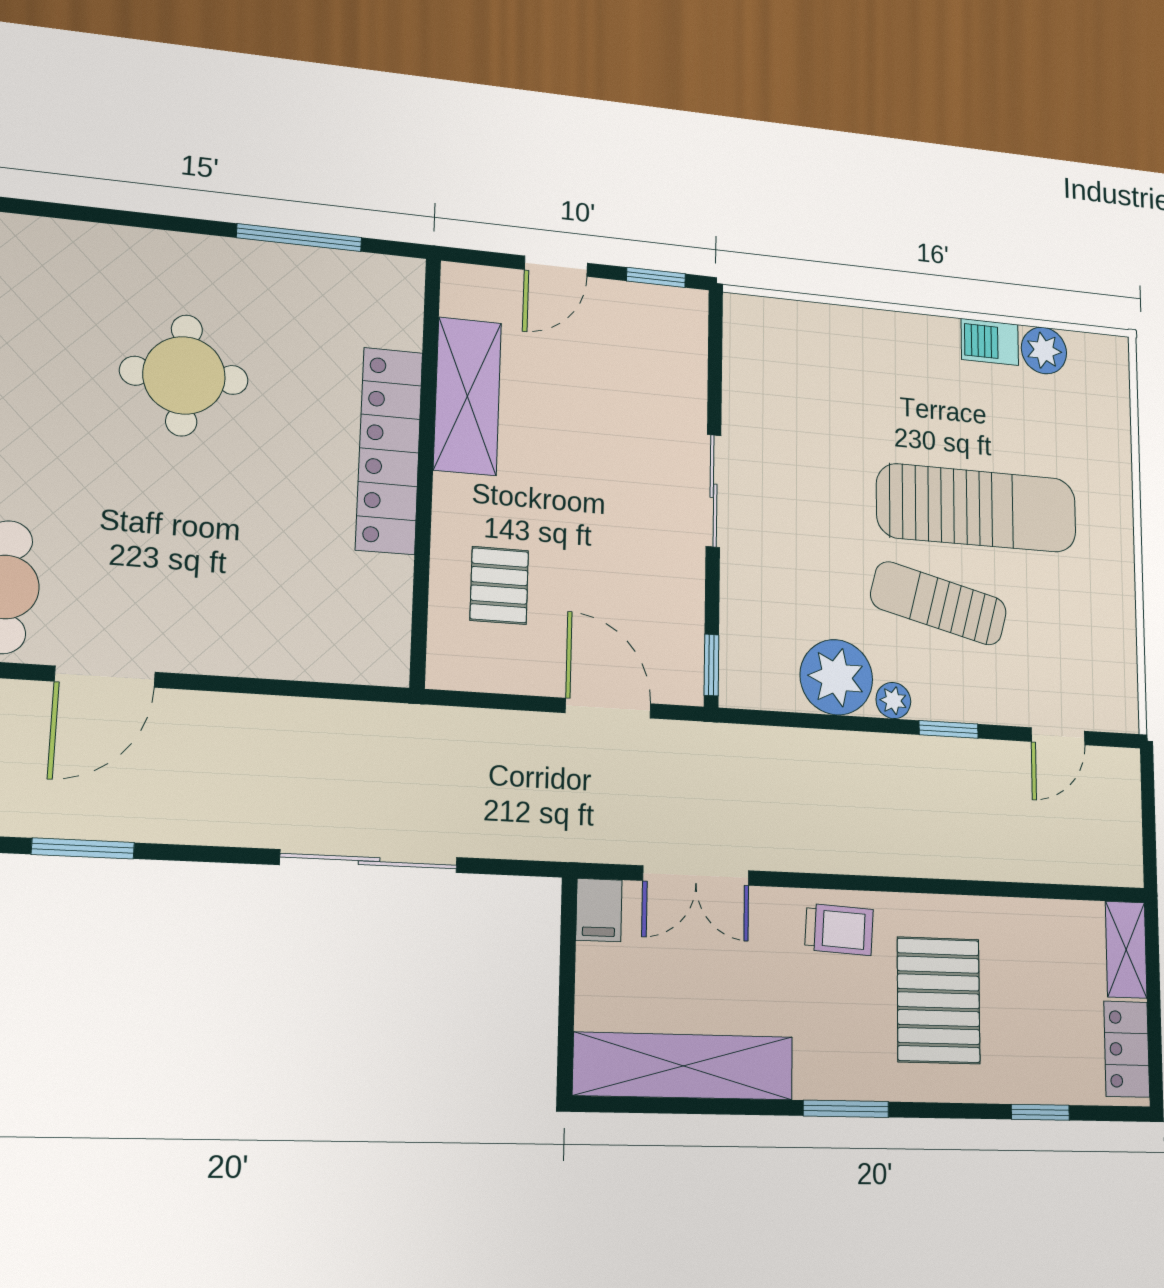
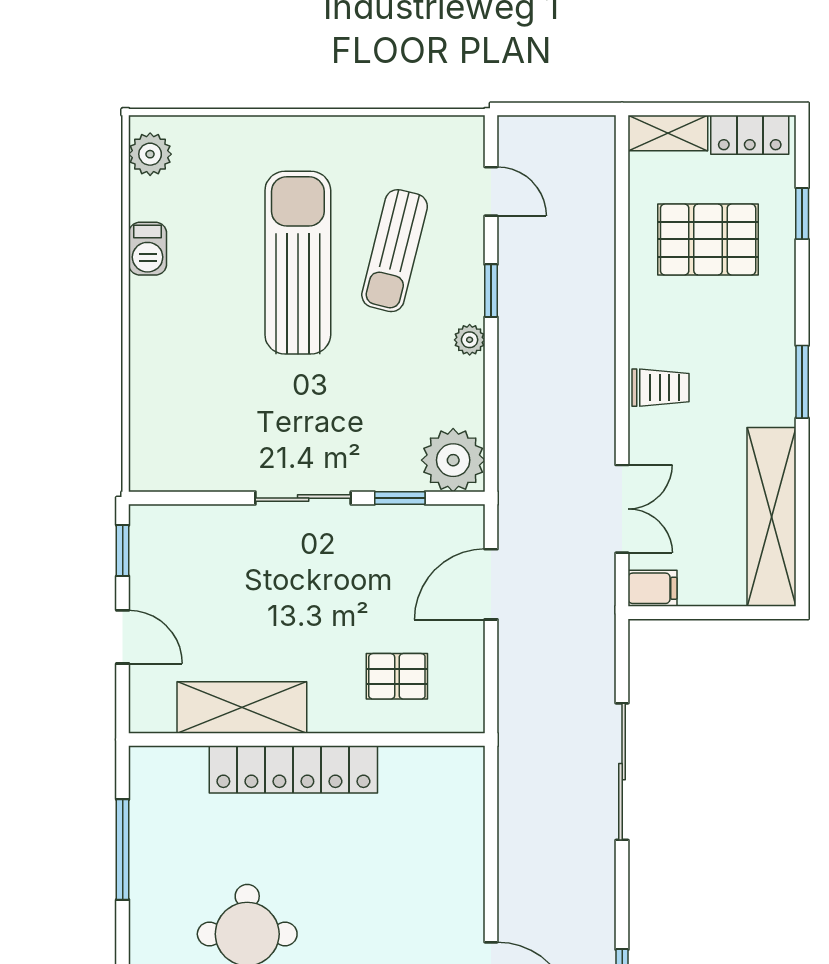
plant: (1044, 351) -> (150, 154), moved
sun lounger: (939, 603) -> (395, 251), moved
window: (711, 665) -> (400, 498), moved
plant: (836, 677) -> (453, 460), moved
trolley: (839, 929) -> (660, 388), turned 87
pallet: (939, 1000) -> (708, 239), moved

